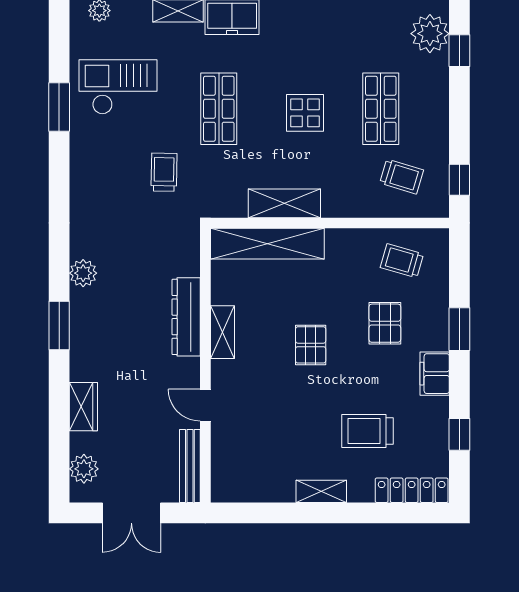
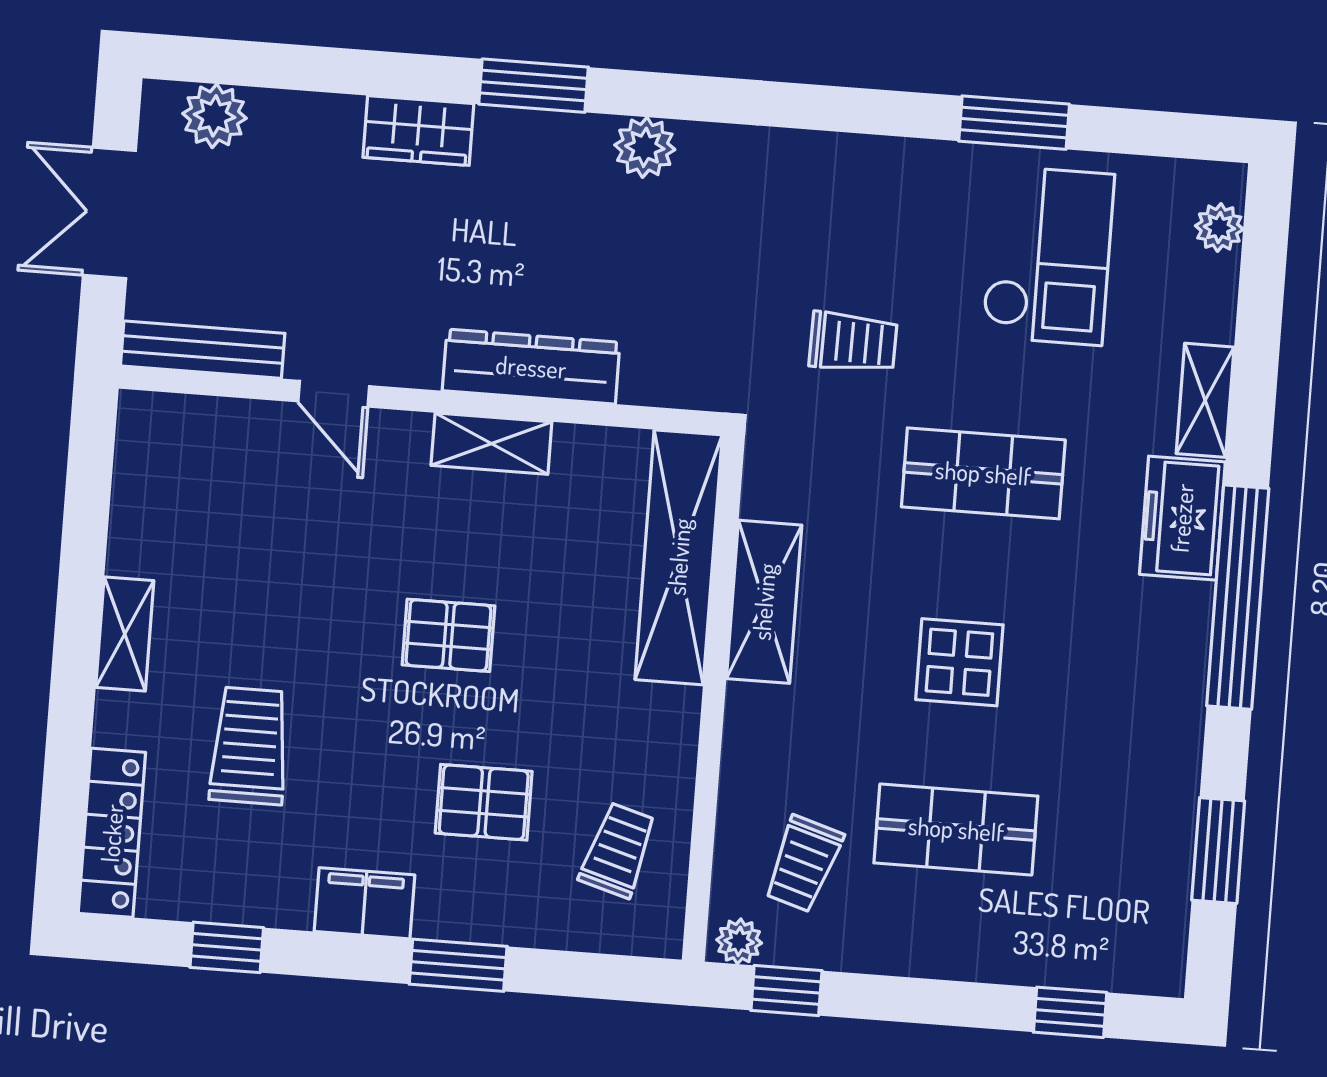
plant: (430, 34) -> (739, 941), moved, width x0.53, depth x0.53
door: (205, 405) -> (334, 394), swing flipped
wardrobe: (83, 407) -> (418, 130), moved

